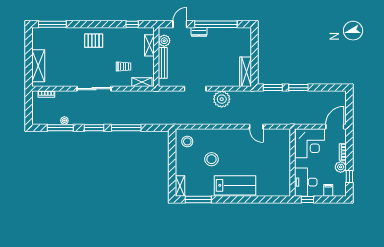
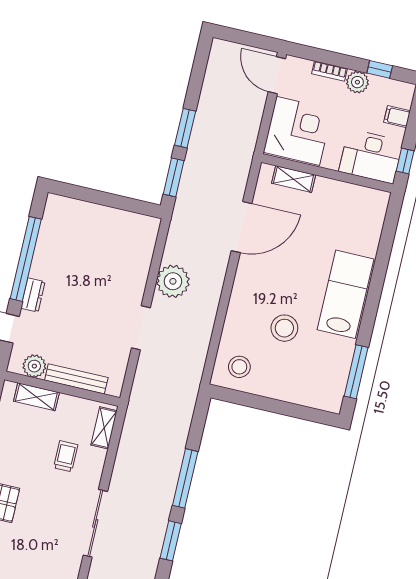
wardrobe: (246, 72) -> (131, 223), removed
door: (256, 127) -> (242, 227), width x1.87
shelving: (180, 186) -> (294, 179), moved

